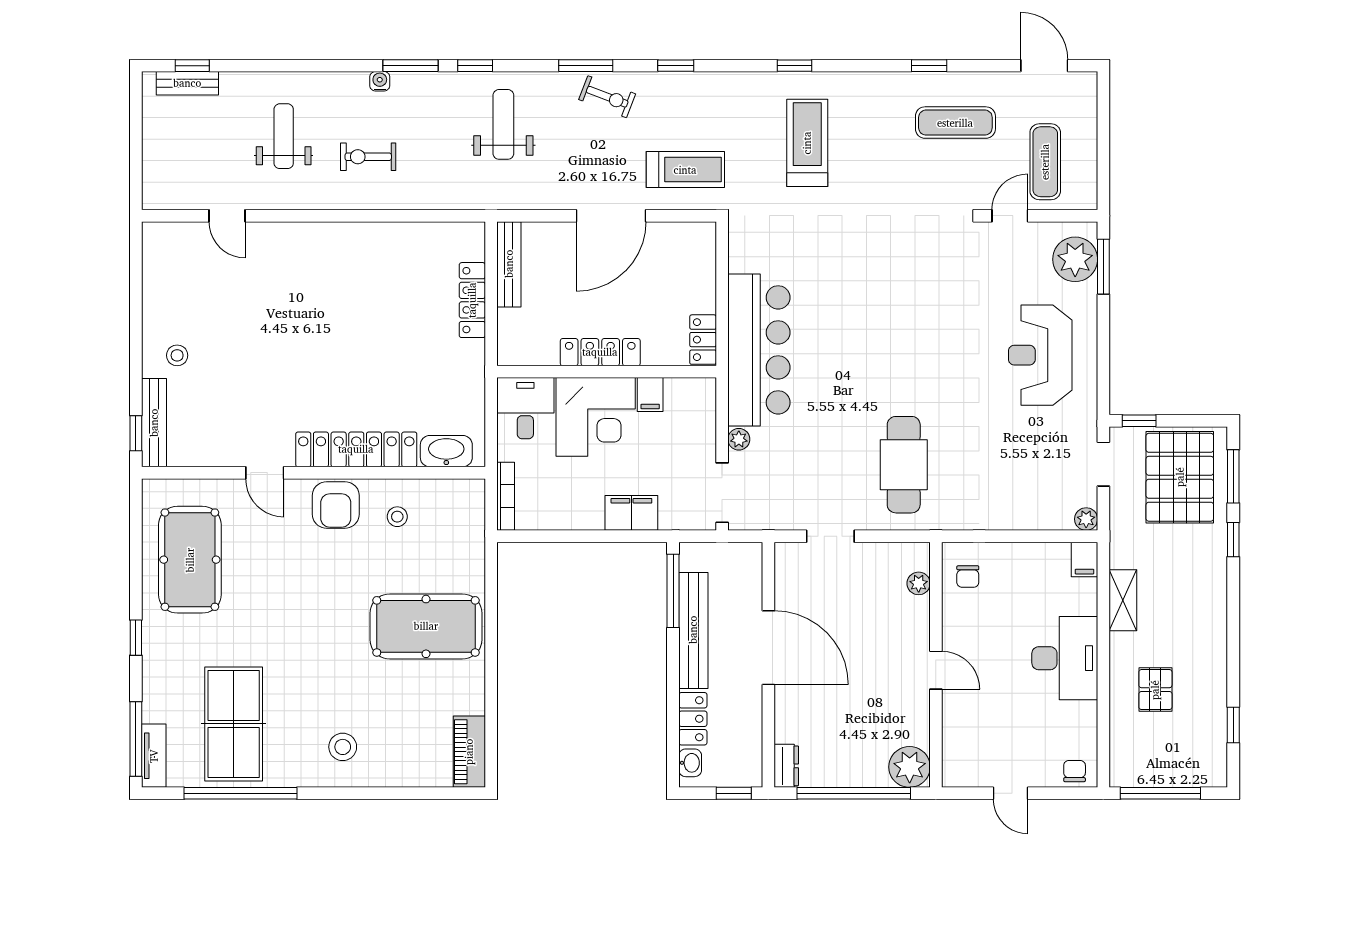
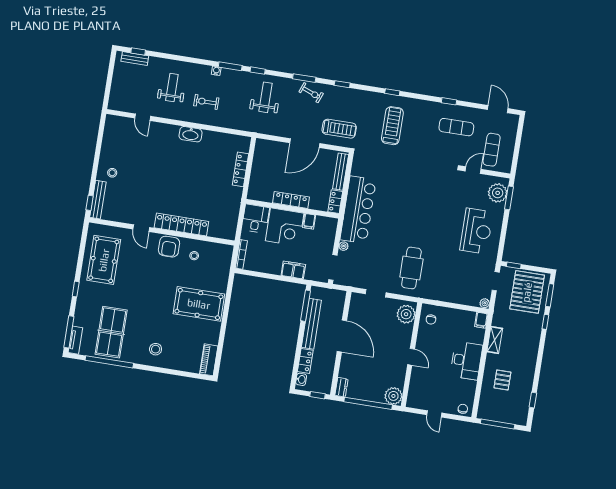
bench: (509, 264) -> (341, 172), moved
reception desk: (1040, 355) -> (476, 231), turned 180
washbasin: (446, 451) -> (191, 134), moved, turned 180
plant: (919, 583) -> (406, 314), width x1.87, depth x1.87

